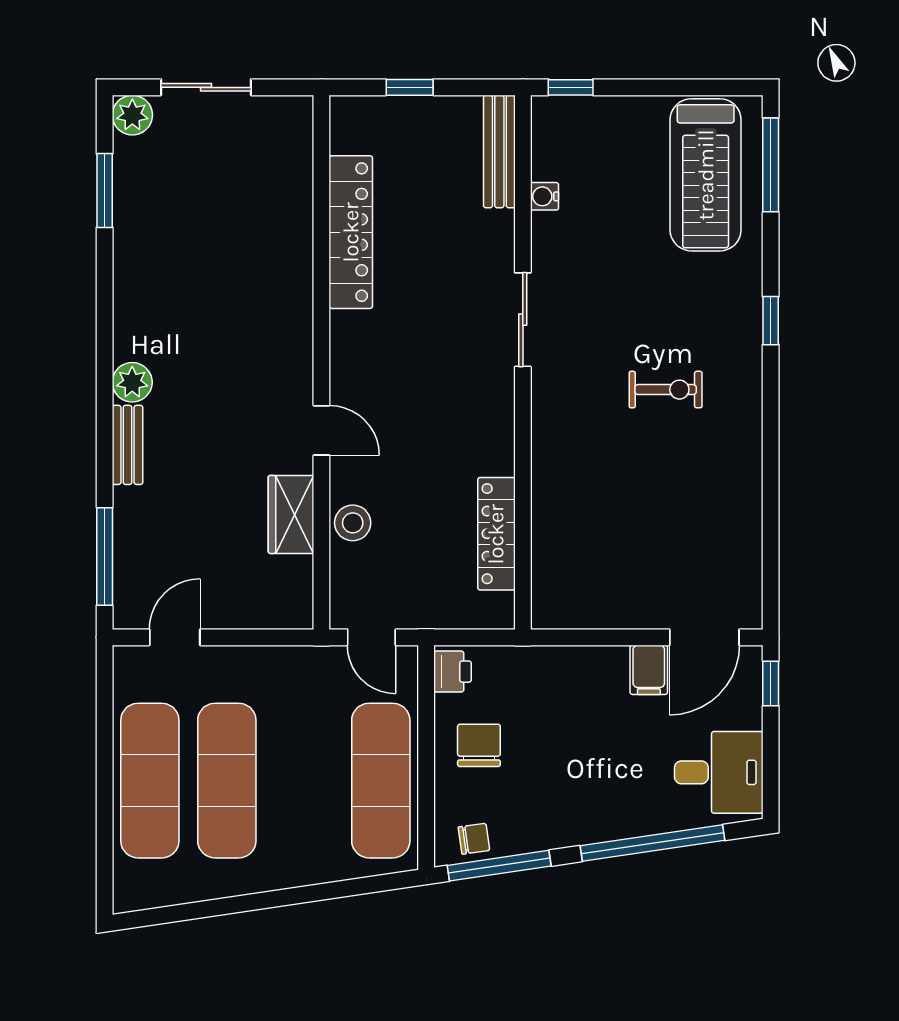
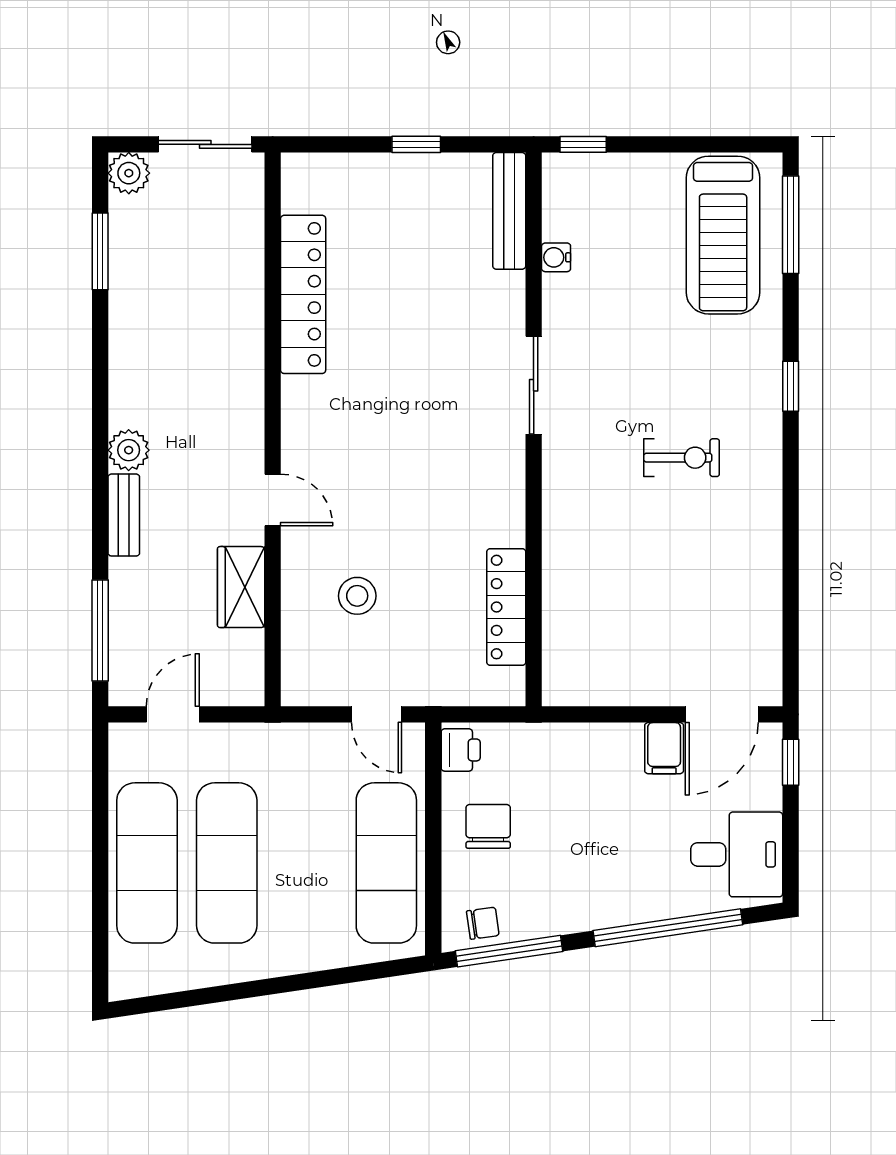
locker: (351, 232) -> (303, 294), moved
wall: (321, 362) -> (273, 429), moved
door: (321, 430) -> (273, 500), moved
wardrobe: (291, 514) -> (241, 587), moved

